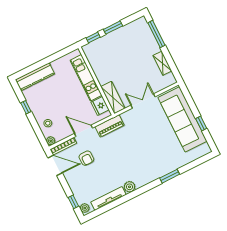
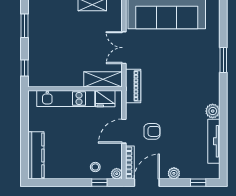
window: (113, 28) -> (24, 26), moved
window: (26, 107) -> (99, 183), moved
piano: (110, 126) -> (133, 86), moved
armchair: (86, 158) -> (152, 131), moved
plant: (85, 208) -> (174, 173), moved

